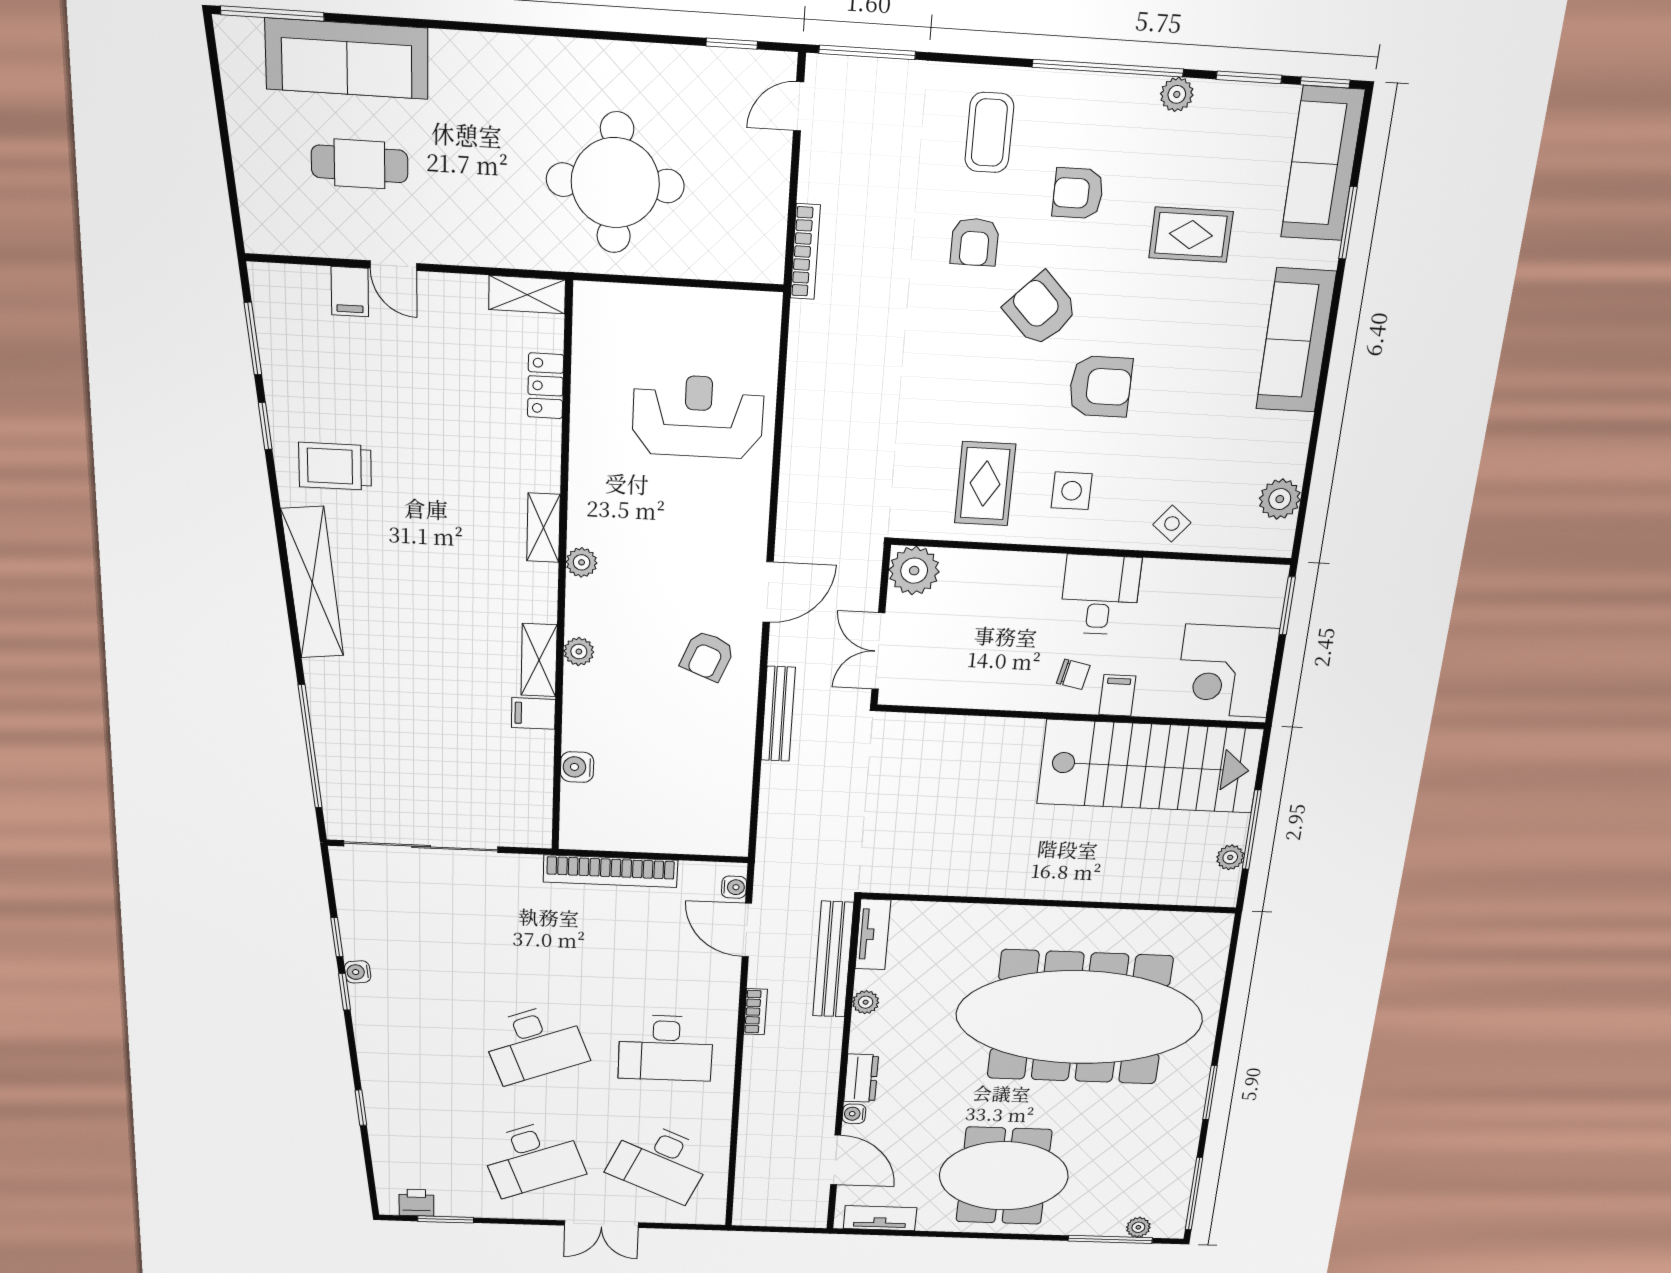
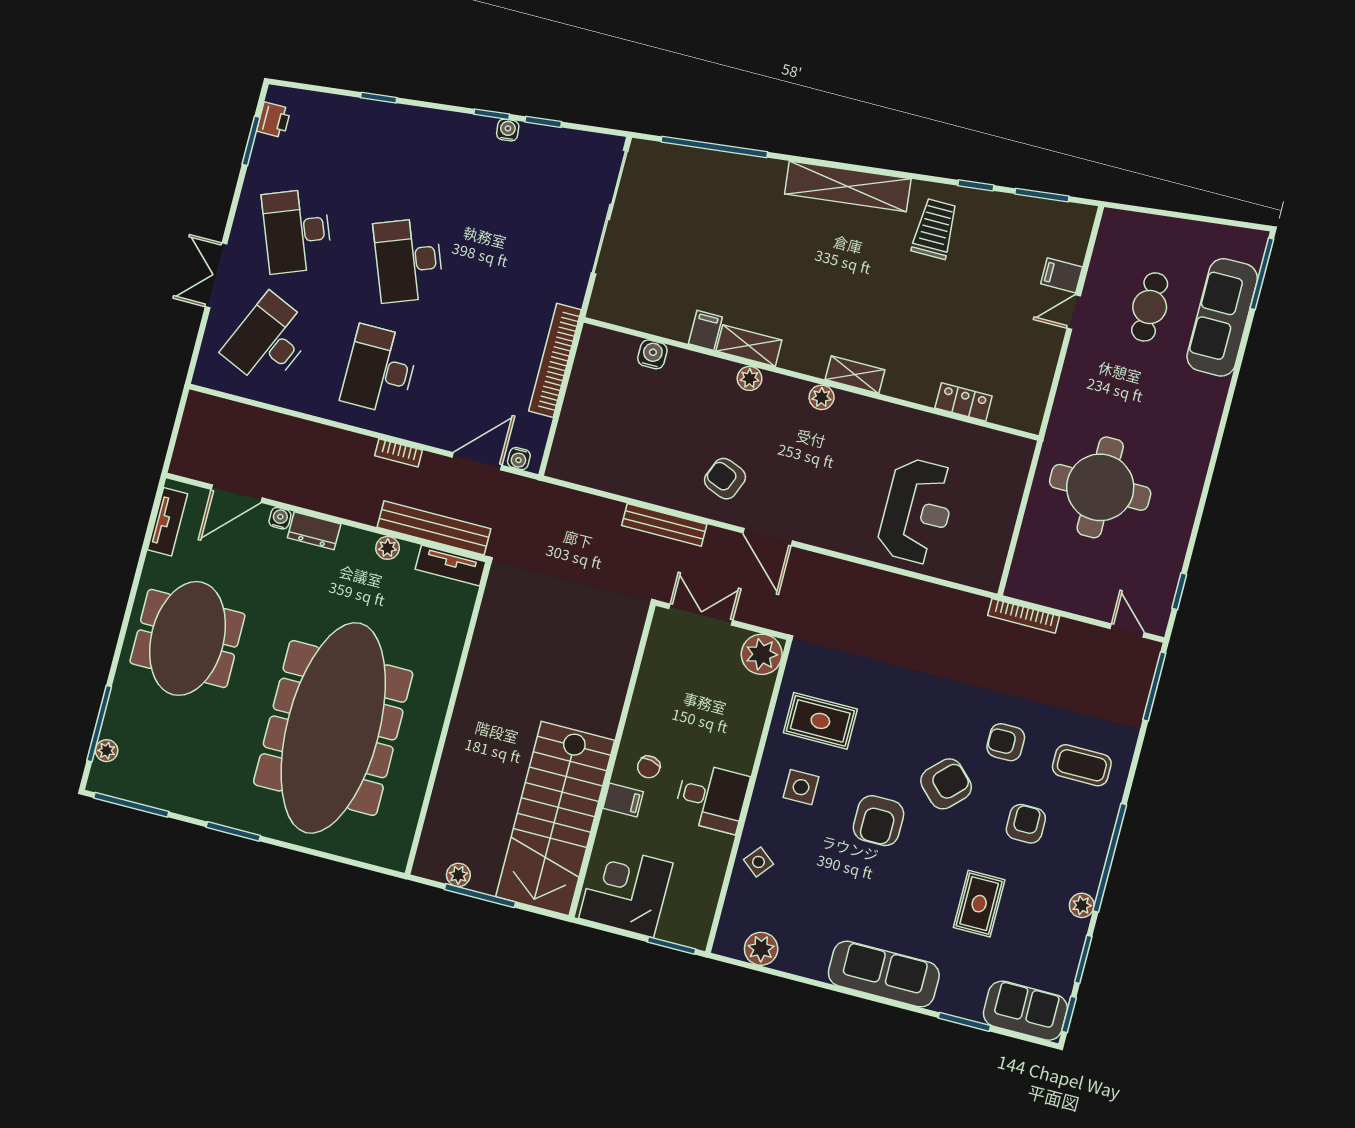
sofa: (1323, 164) -> (1025, 1011), width x0.73
shelving: (527, 295) -> (1033, 405), removed

